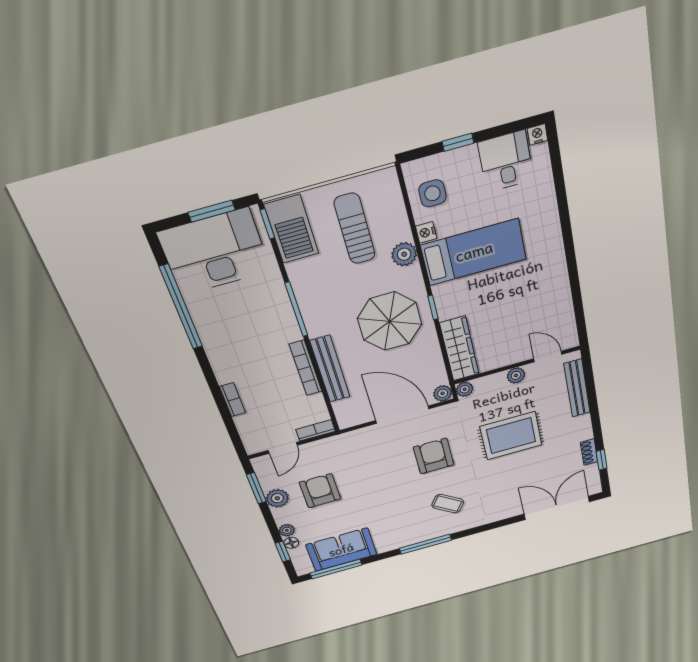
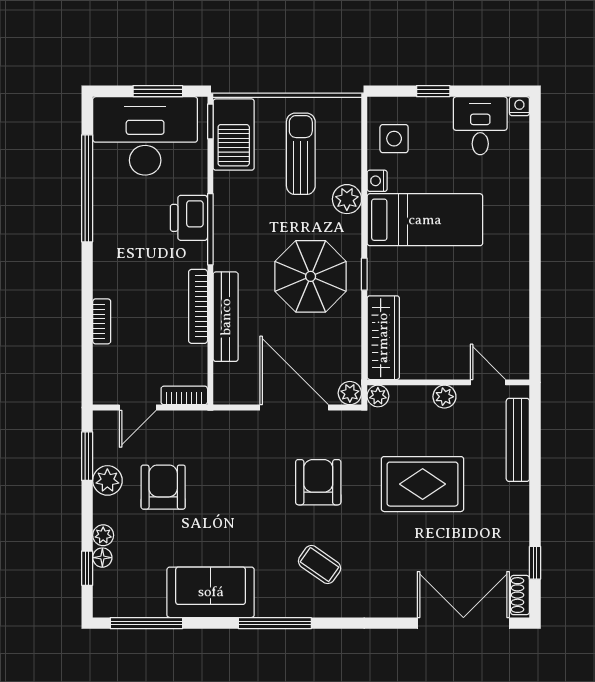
printer: (276, 306) -> (189, 218), added
shoe rack: (589, 452) -> (520, 595), moved
sofa: (341, 550) -> (211, 592), moved

